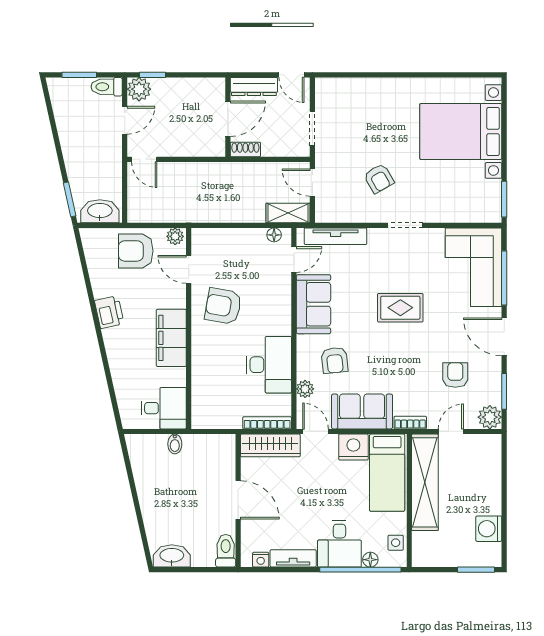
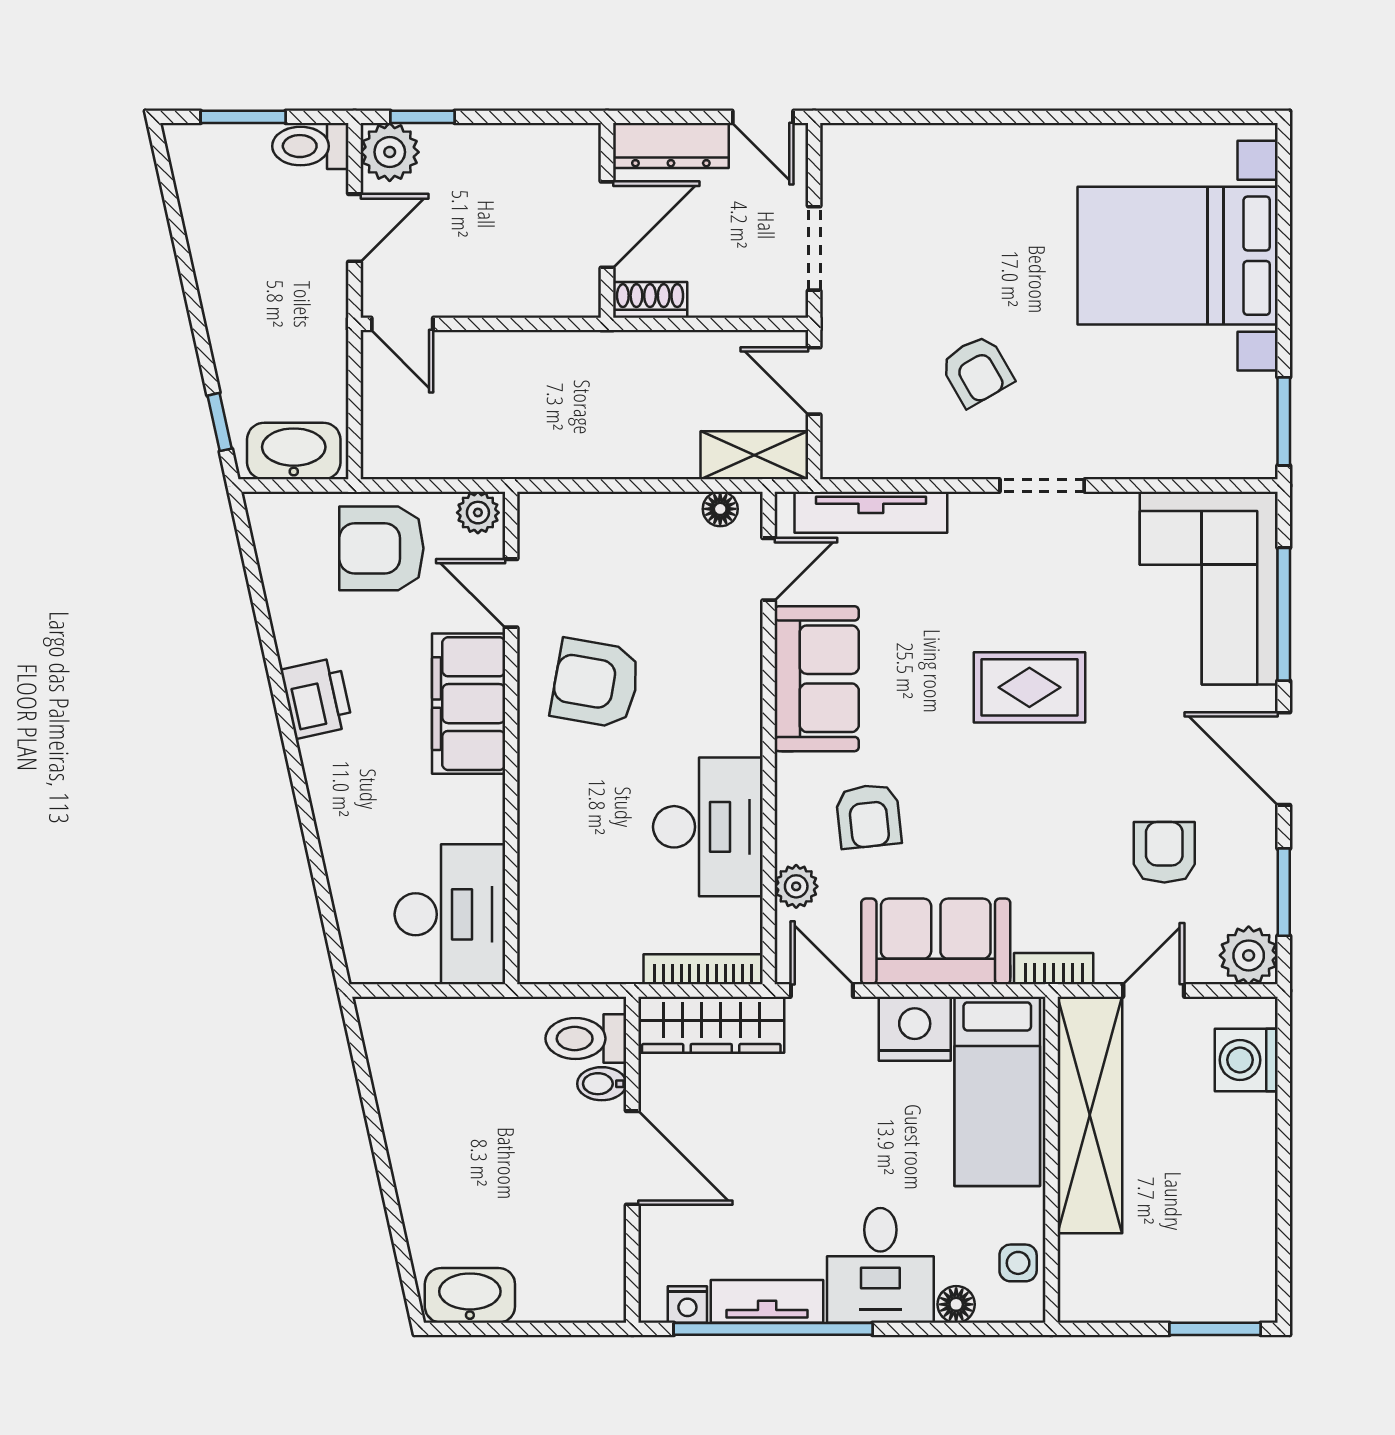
window: (70, 199) -> (220, 422), width x0.67
filing cabinet: (171, 338) -> (469, 704), moved
desk: (164, 408) -> (450, 914), width x1.37
bidet: (175, 444) -> (602, 1084), moved, turned 90
washing machine: (489, 529) -> (1246, 1060), moved
toilet: (226, 551) -> (586, 1039), moved, turned -90
window: (360, 570) -> (773, 1329), moved

